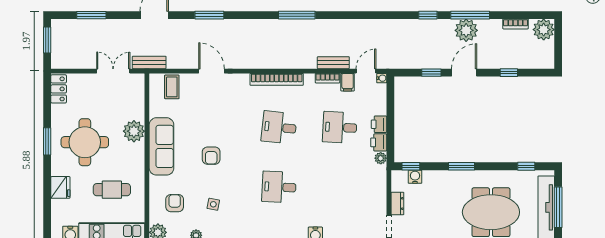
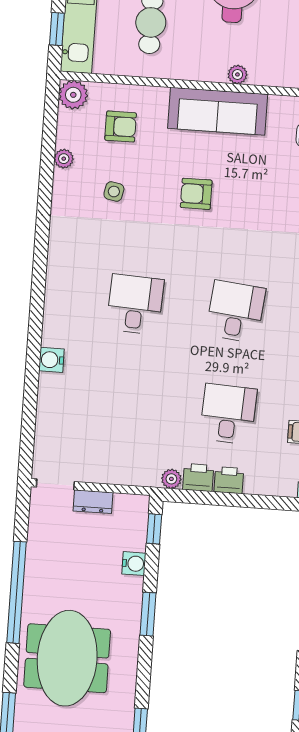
plant: (134, 131) -> (237, 74), width x0.53, depth x0.53
water cooler: (415, 177) -> (134, 564), moved

